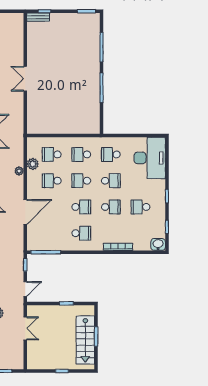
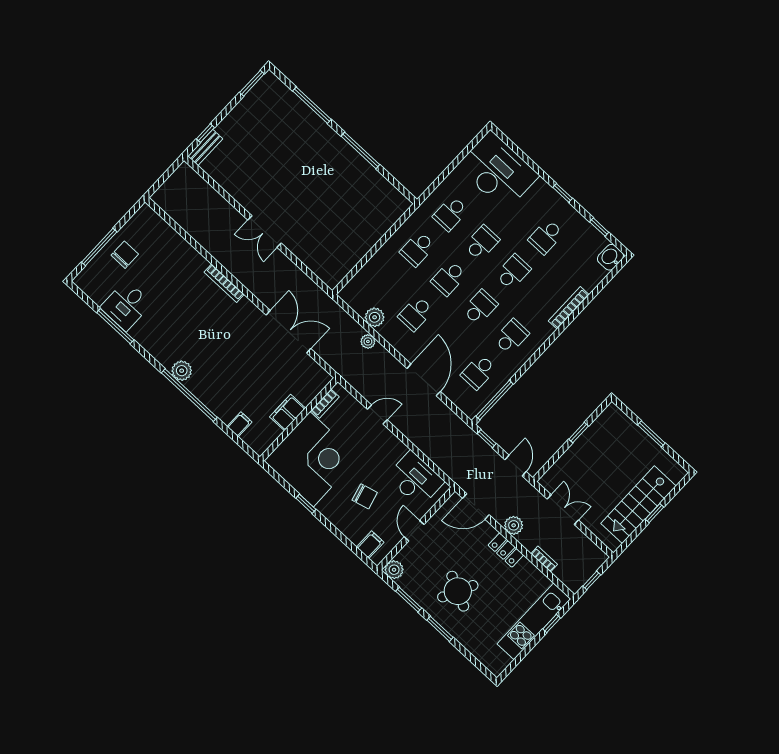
school desk: (52, 154) -> (478, 372), moved
stairs: (85, 340) -> (638, 505), moved, turned 90

